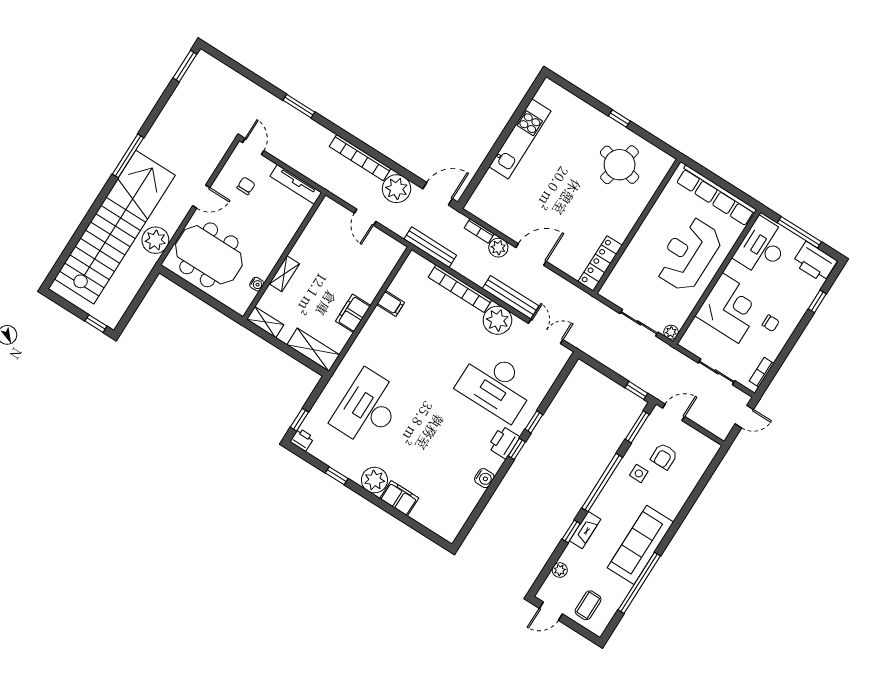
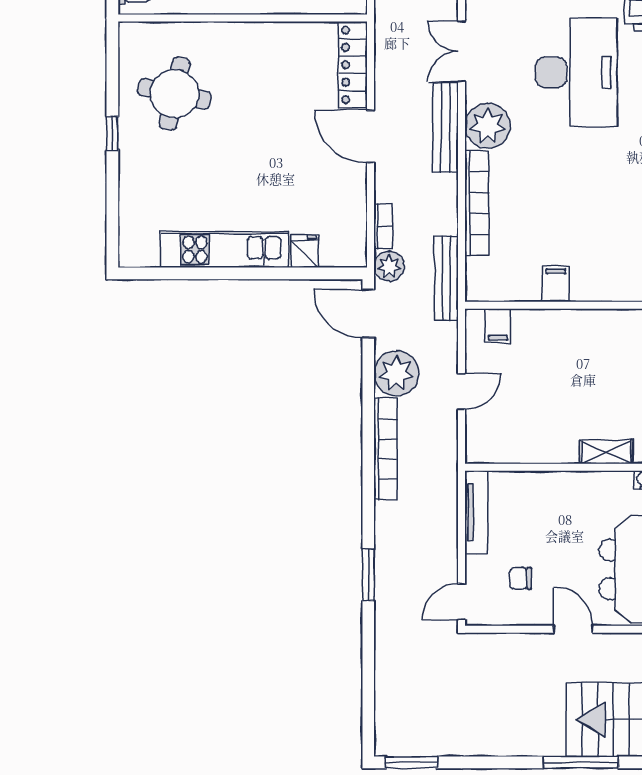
fridge: (492, 181) -> (305, 251), added
plant: (498, 248) -> (389, 266), moved
locker: (600, 263) -> (353, 65), moved, turned 90
filing cabinet: (353, 313) -> (498, 326), moved, width x0.50

